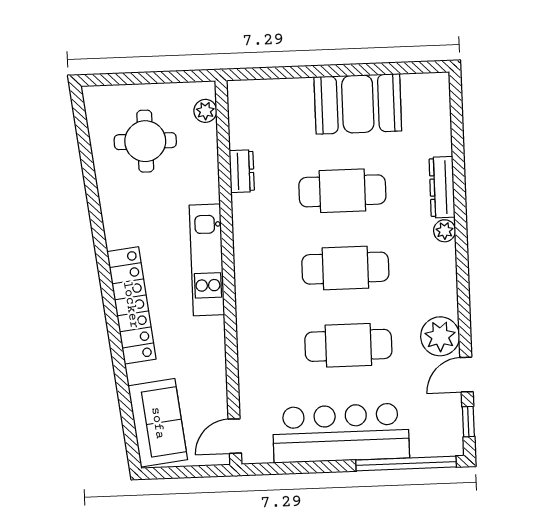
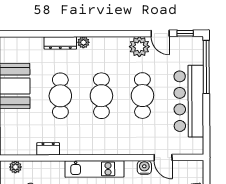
water cooler: (213, 354) -> (144, 167), added
door: (235, 436) -> (163, 158), moved

